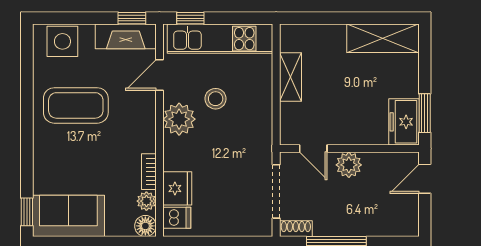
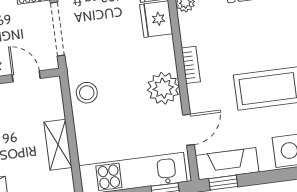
stool: (216, 99) -> (87, 93), moved
bookcase: (149, 172) -> (191, 65), moved

